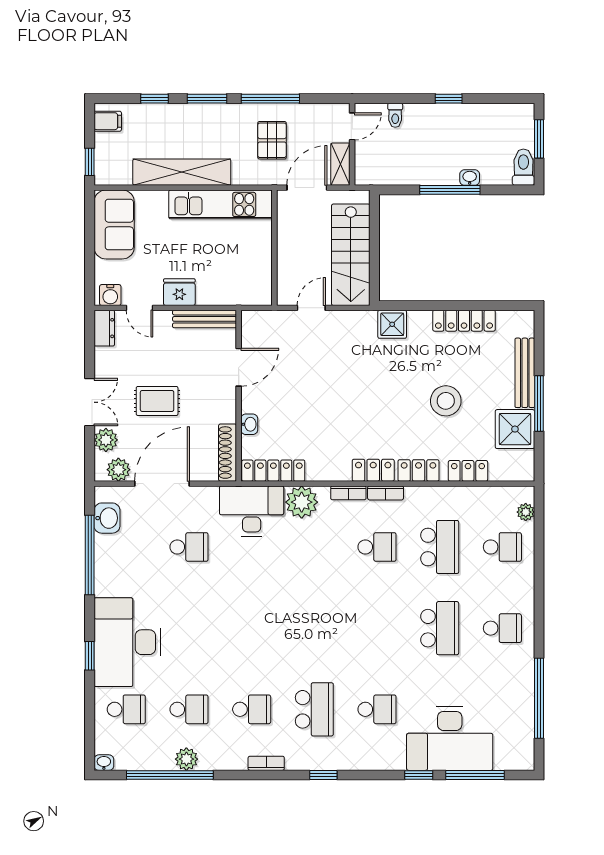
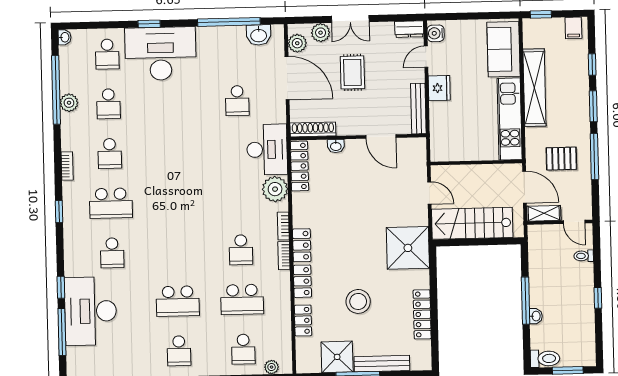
sofa: (114, 225) -> (504, 49), moved, turned 90
shower: (392, 324) -> (408, 248), width x1.86, depth x1.86

